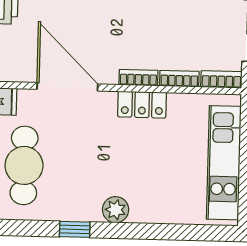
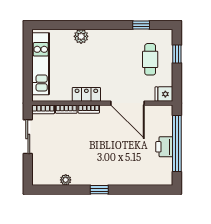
cafe table: (24, 165) -> (150, 59), width x0.73, depth x0.74
plant: (116, 210) -> (81, 36), moved
window: (75, 229) -> (141, 25), moved

